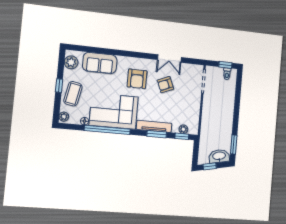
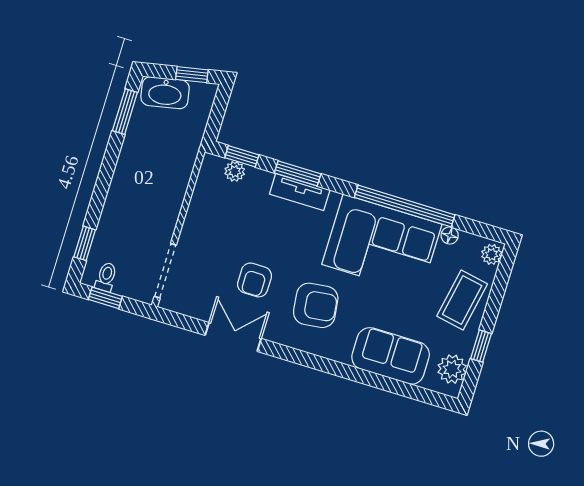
armchair: (137, 79) -> (316, 305), turned 83
armchair: (165, 85) -> (255, 280), turned 113
window: (59, 86) -> (481, 346), moved
window: (238, 86) -> (85, 243), added
tv unit: (154, 126) -> (300, 192), width x0.71

